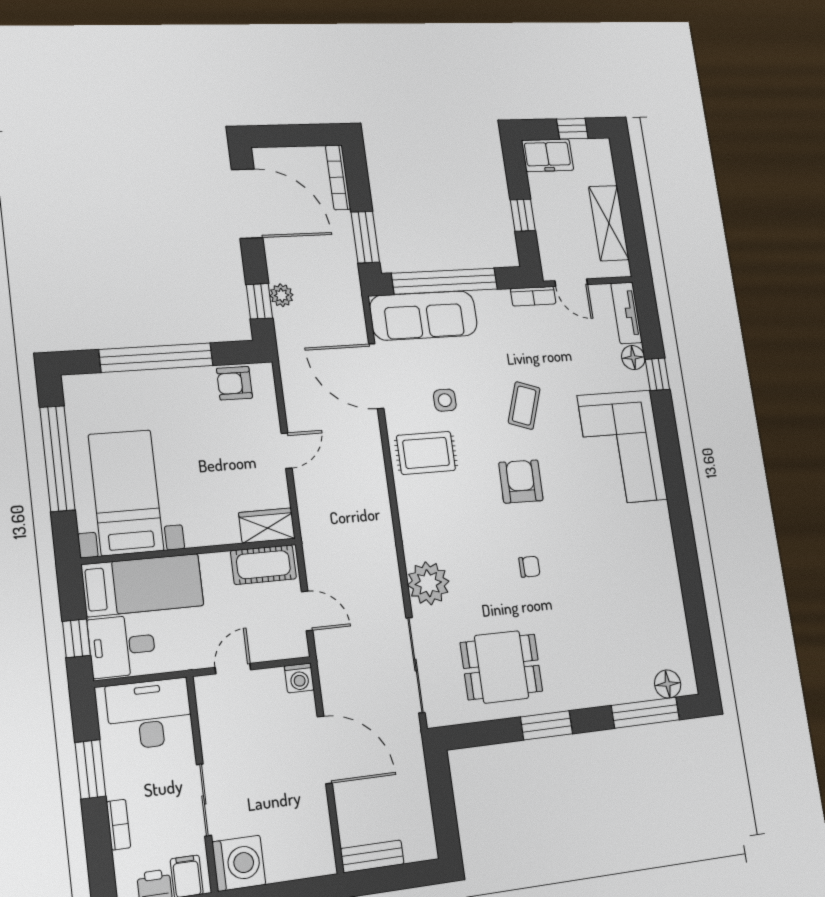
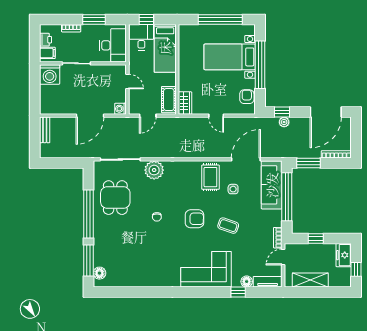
bed with nightstands: (126, 492) -> (230, 57), moved, turned 180
window: (546, 725) -> (88, 214), width x2.11

